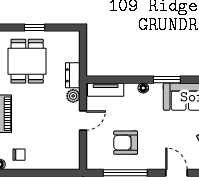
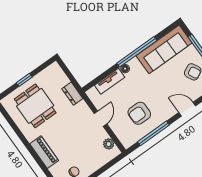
window: (167, 80) -> (137, 52), width x2.11
tv unit: (106, 90) -> (110, 81), moved
plant: (73, 96) -> (109, 144), moved

